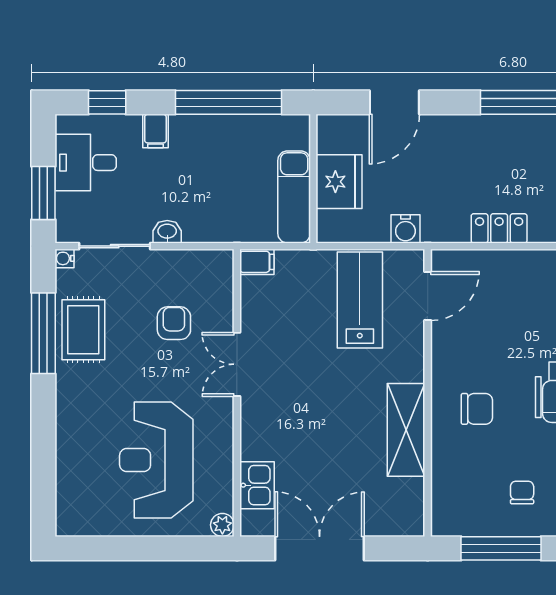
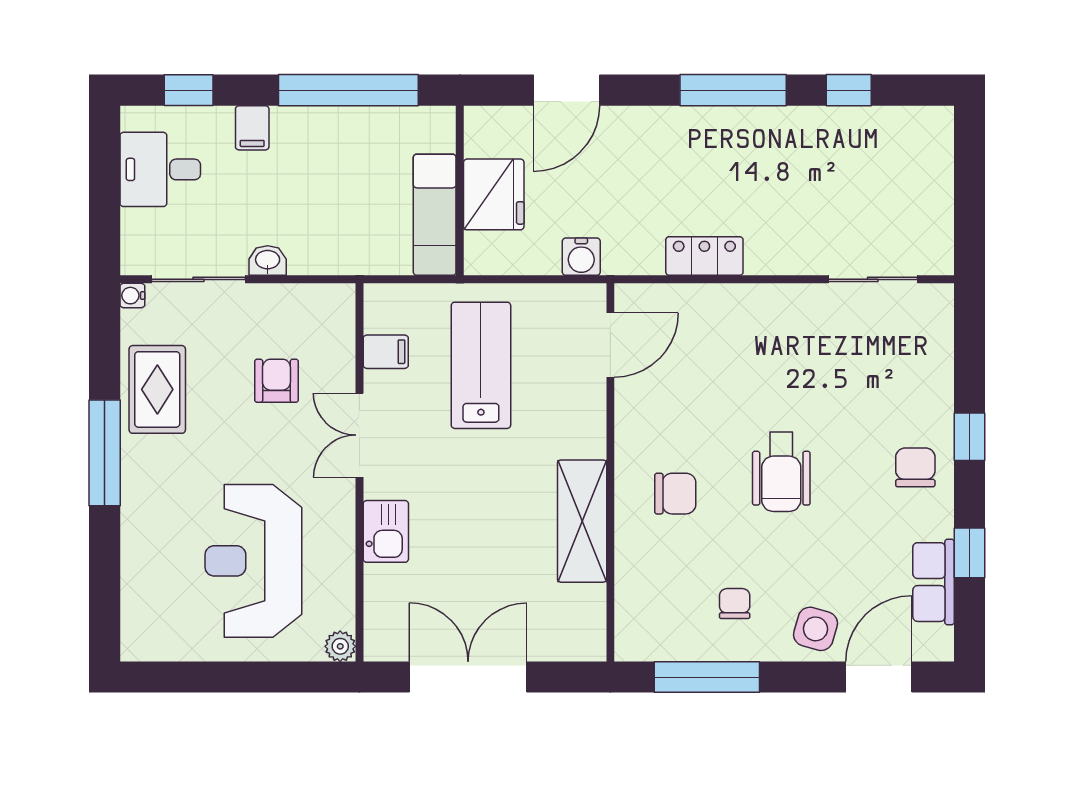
window: (43, 193) -> (105, 210), removed
filing cabinet: (257, 262) -> (386, 352), moved
lab bench: (360, 300) -> (481, 365), moved
window: (43, 333) -> (105, 453), moved
kitchen sink: (257, 485) -> (386, 531), moved

